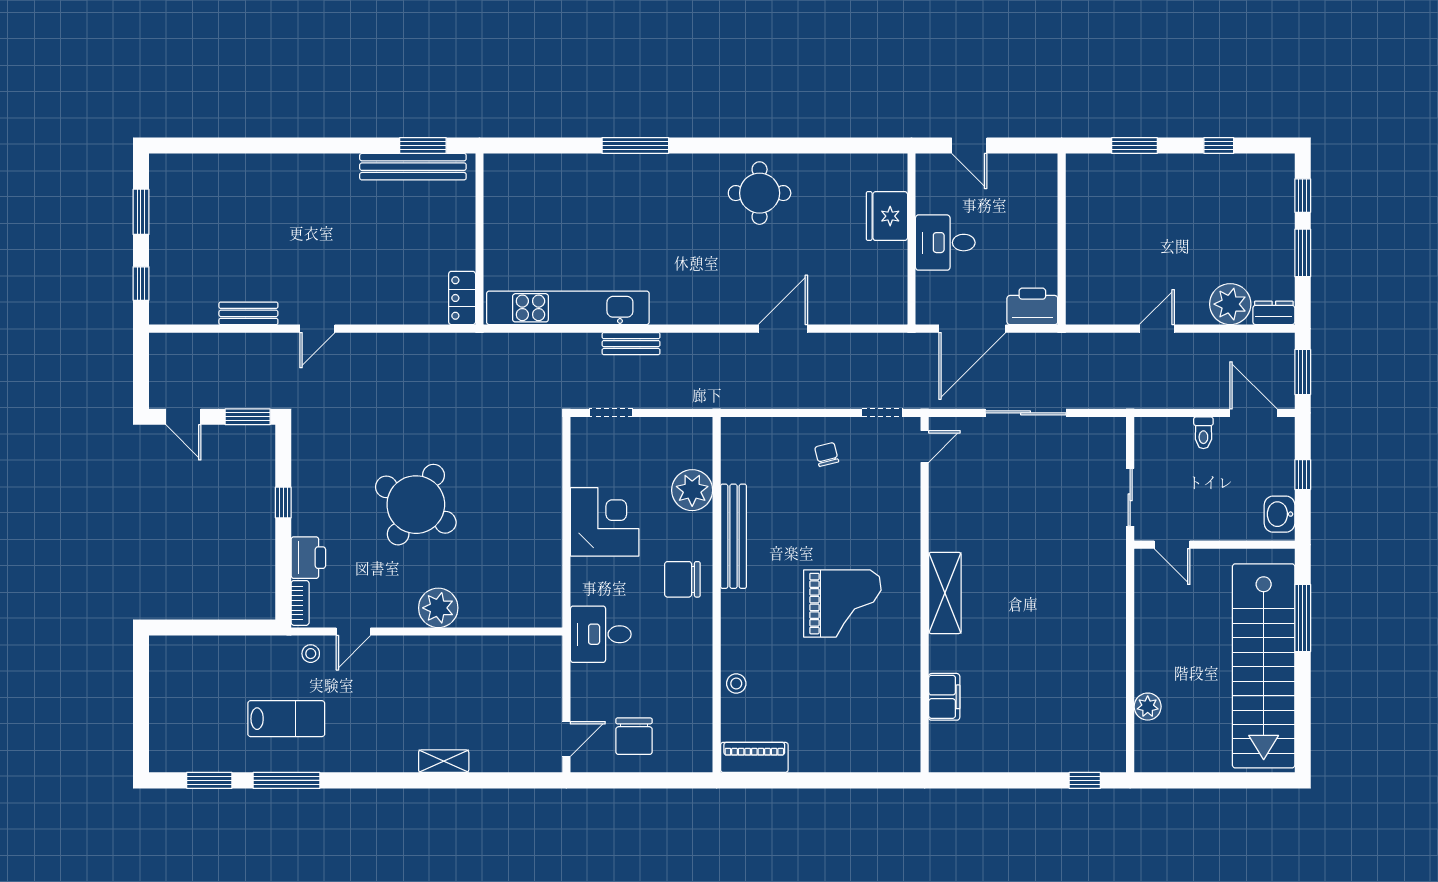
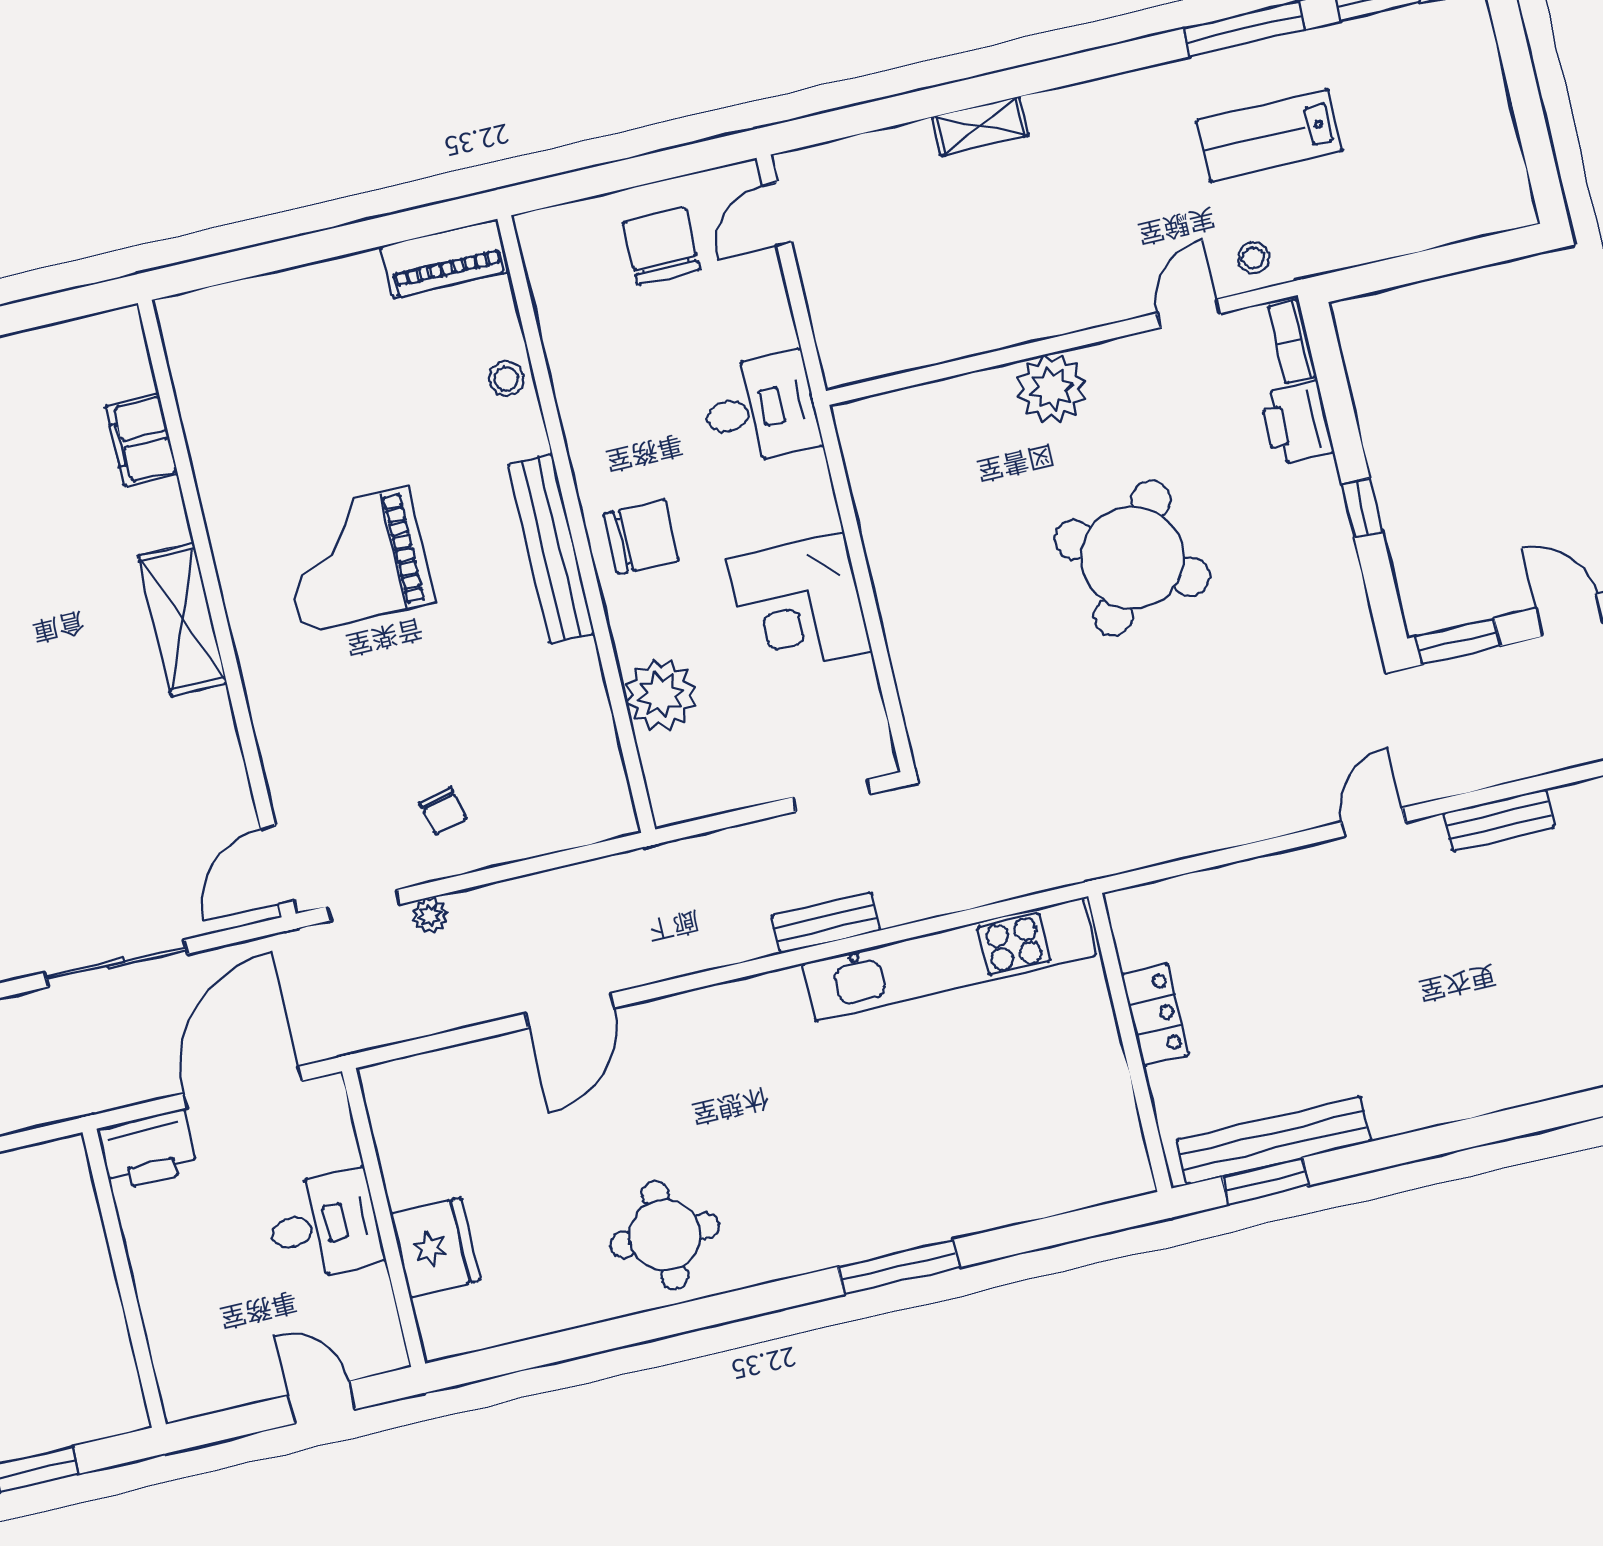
locker: (462, 298) -> (1155, 1015), moved
plant: (847, 399) -> (430, 915), added
door: (925, 446) -> (277, 864), width x1.38
bench: (733, 536) -> (551, 549), moved

